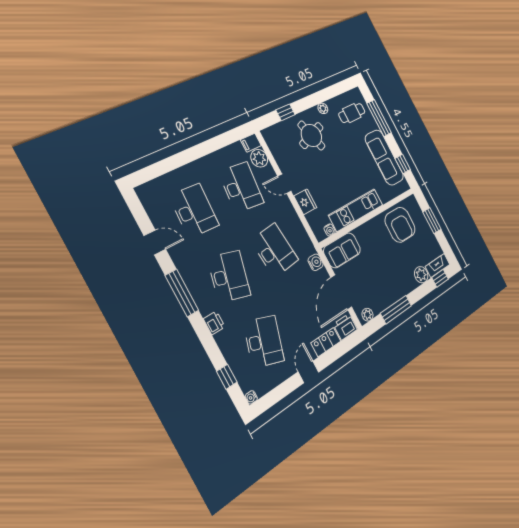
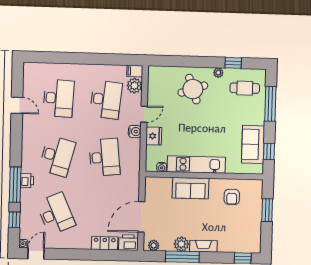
window: (286, 112) -> (233, 63), moved
sofa: (384, 158) -> (253, 144), width x0.73
door: (284, 184) -> (144, 114), swing flipped
armchair: (400, 225) -> (232, 197), width x0.53, depth x0.53
sofa: (342, 250) -> (191, 188), moved
water cooler: (316, 262) -> (135, 132), moved
fireplace: (438, 265) -> (203, 246), moved
plant: (421, 275) -> (181, 244), moved
window: (182, 293) -> (15, 185), moved
desk: (264, 341) -> (56, 214), turned -42
door: (308, 372) -> (36, 253), moved

